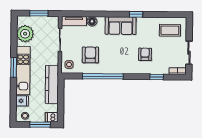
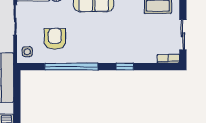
armchair: (145, 54) -> (126, 37), removed
window: (157, 77) -> (125, 67), moved

